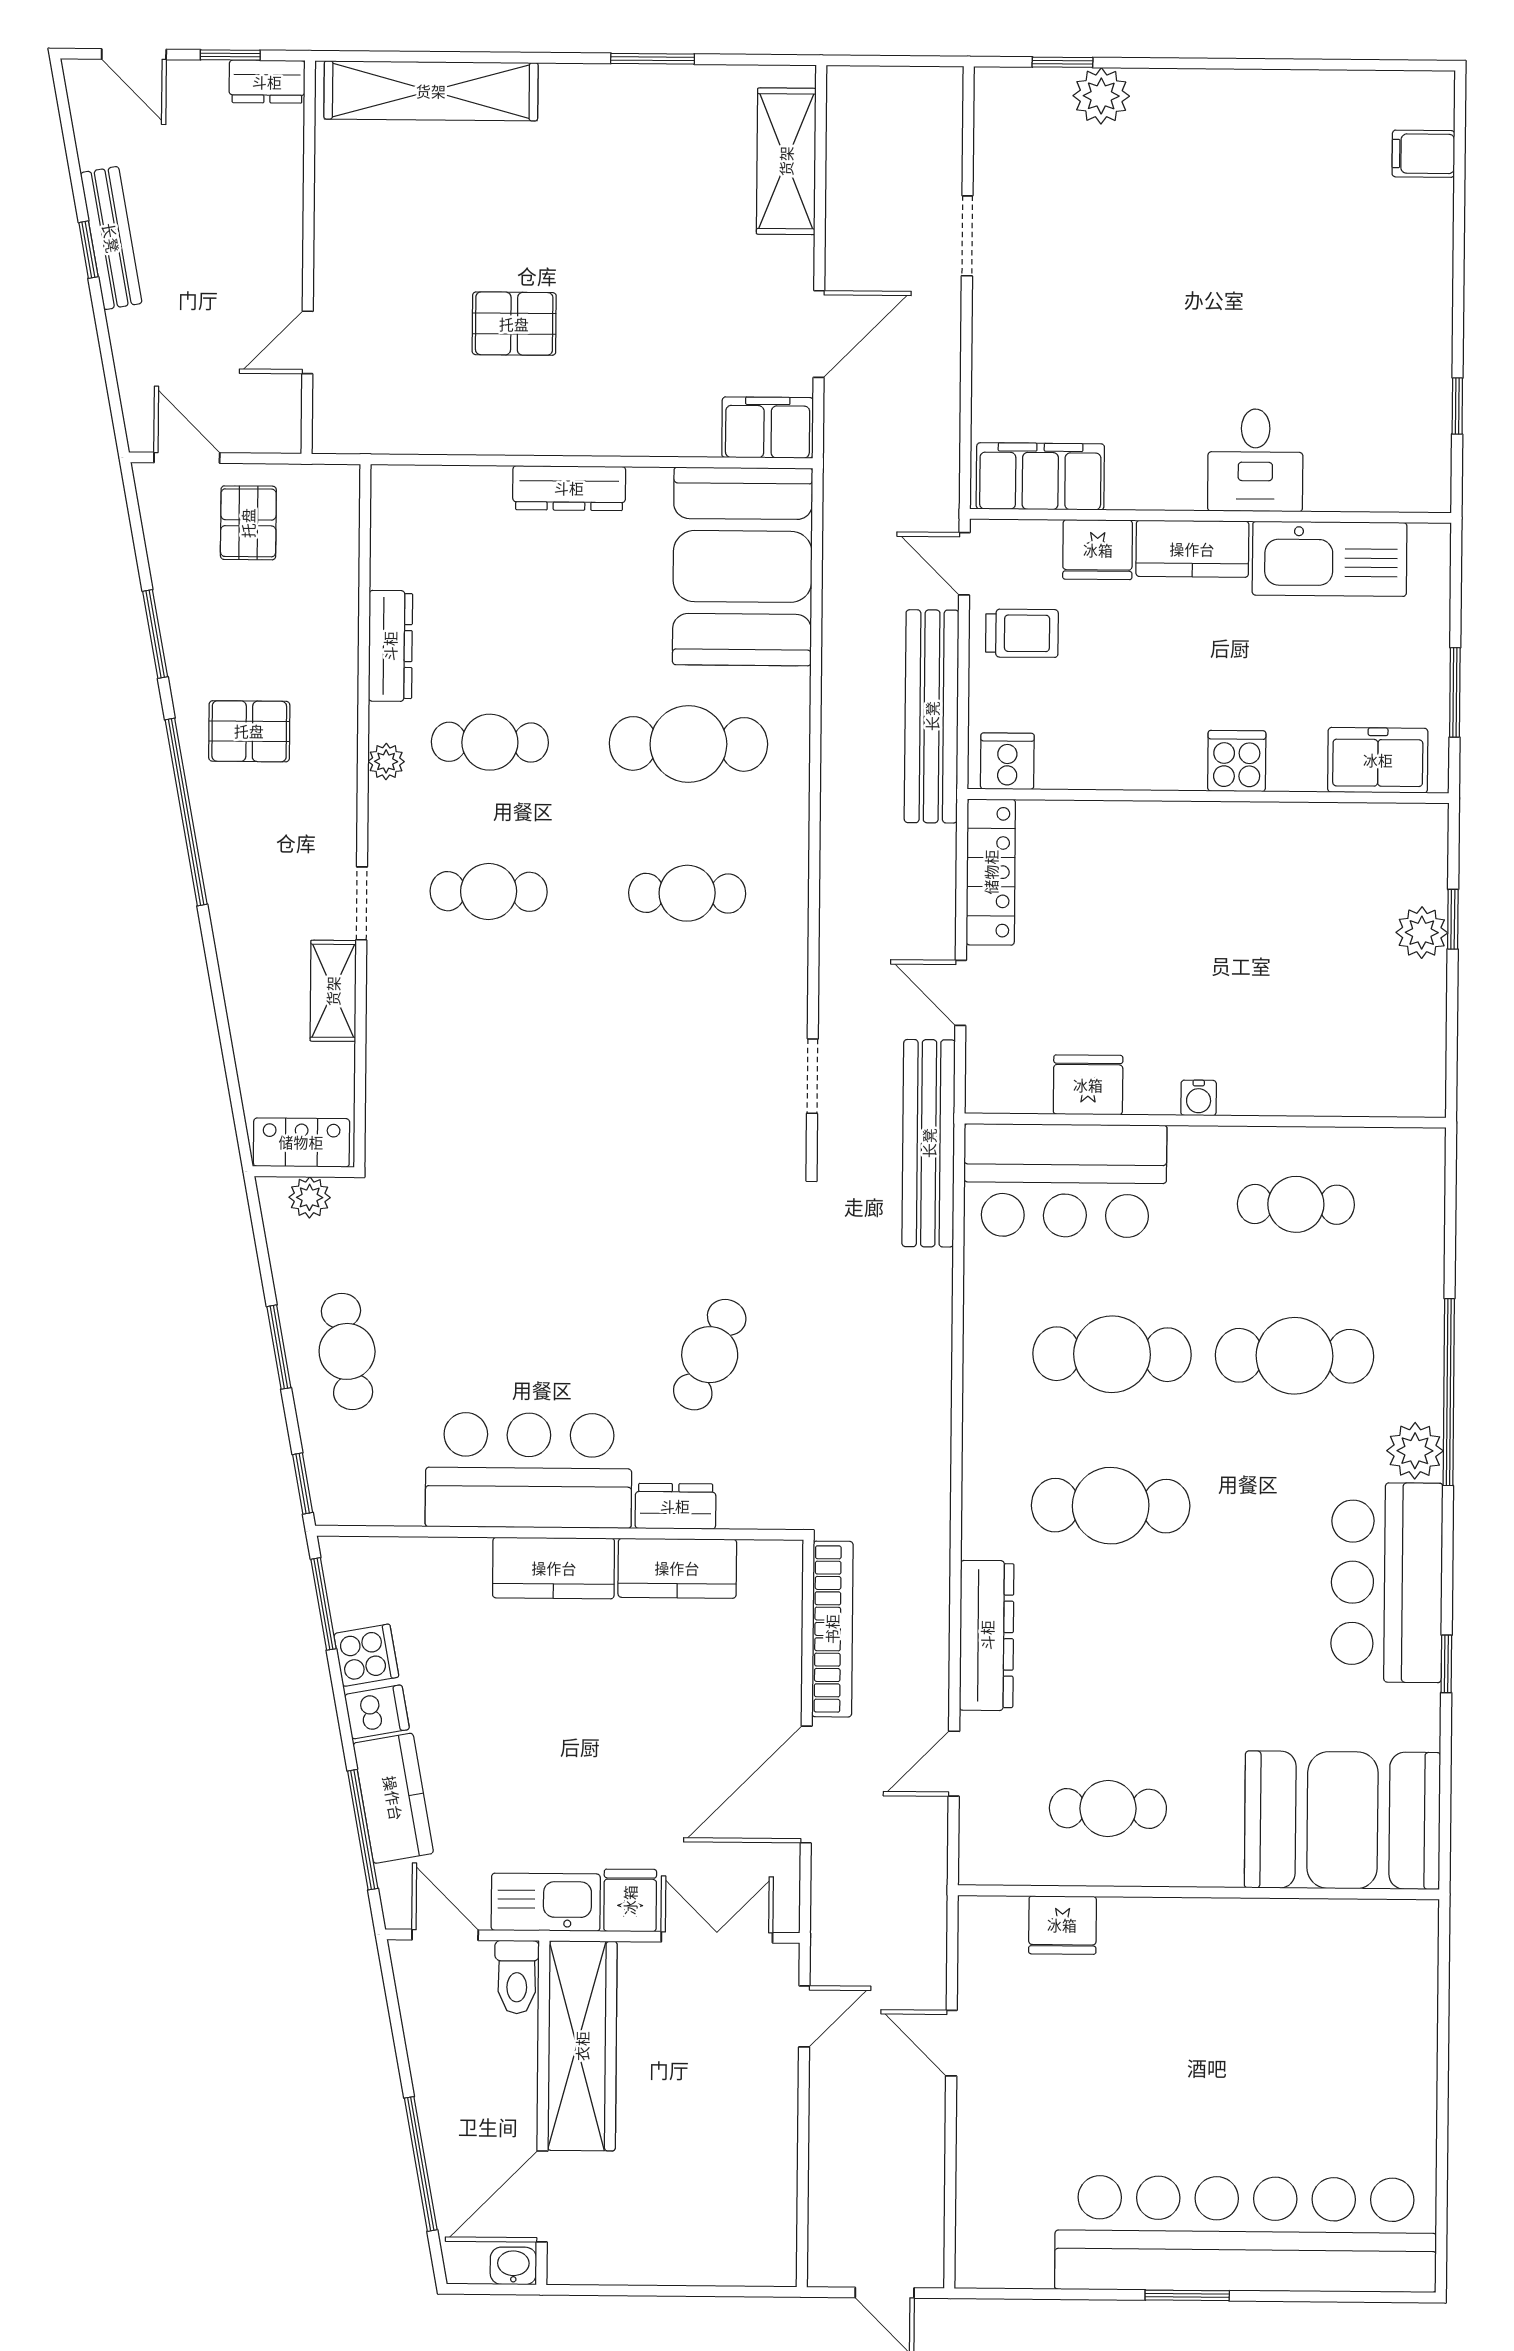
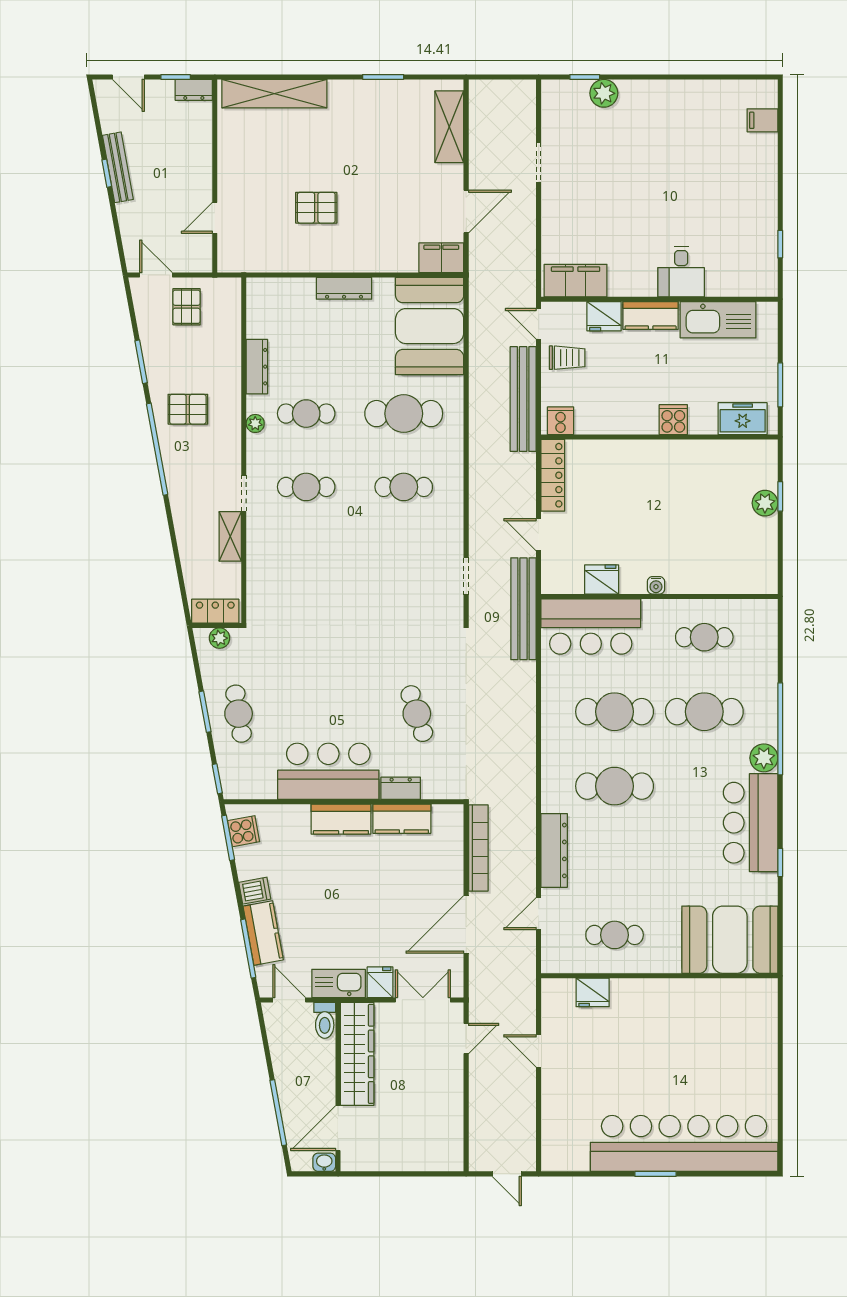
cafe table: (710, 1355) -> (417, 714), turned -42
cooker: (366, 1655) -> (244, 831), moved

